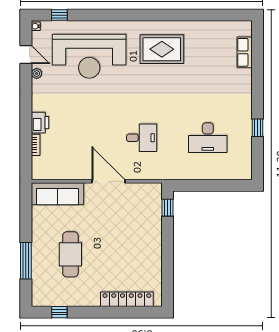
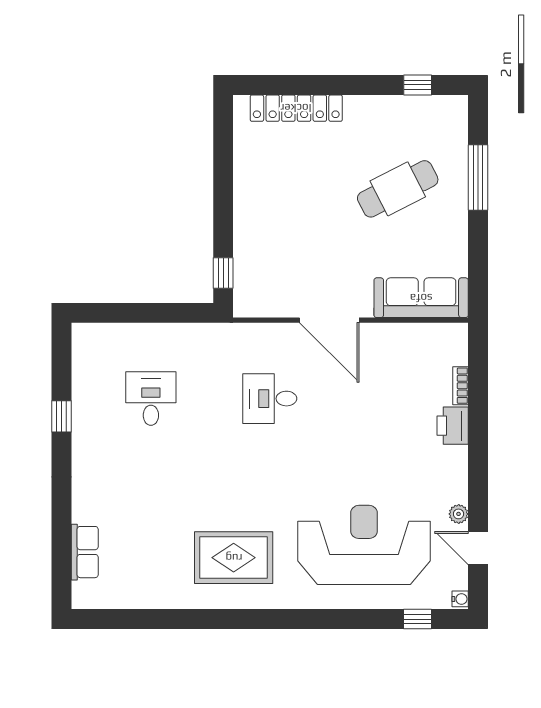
desk: (208, 138) -> (151, 399), width x0.73
cafe table: (70, 254) -> (398, 189), turned 63

